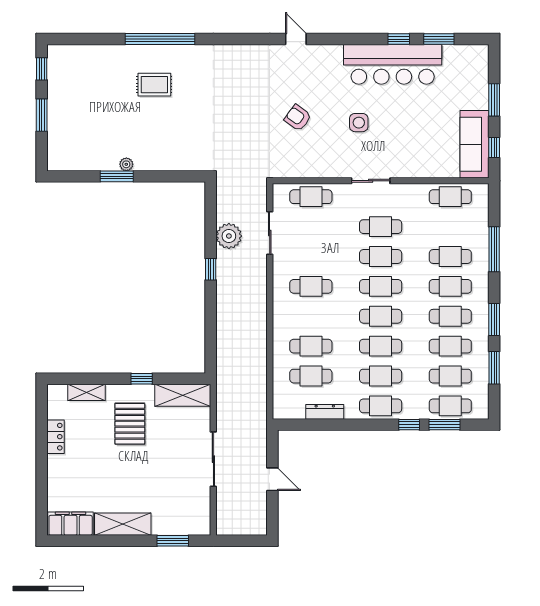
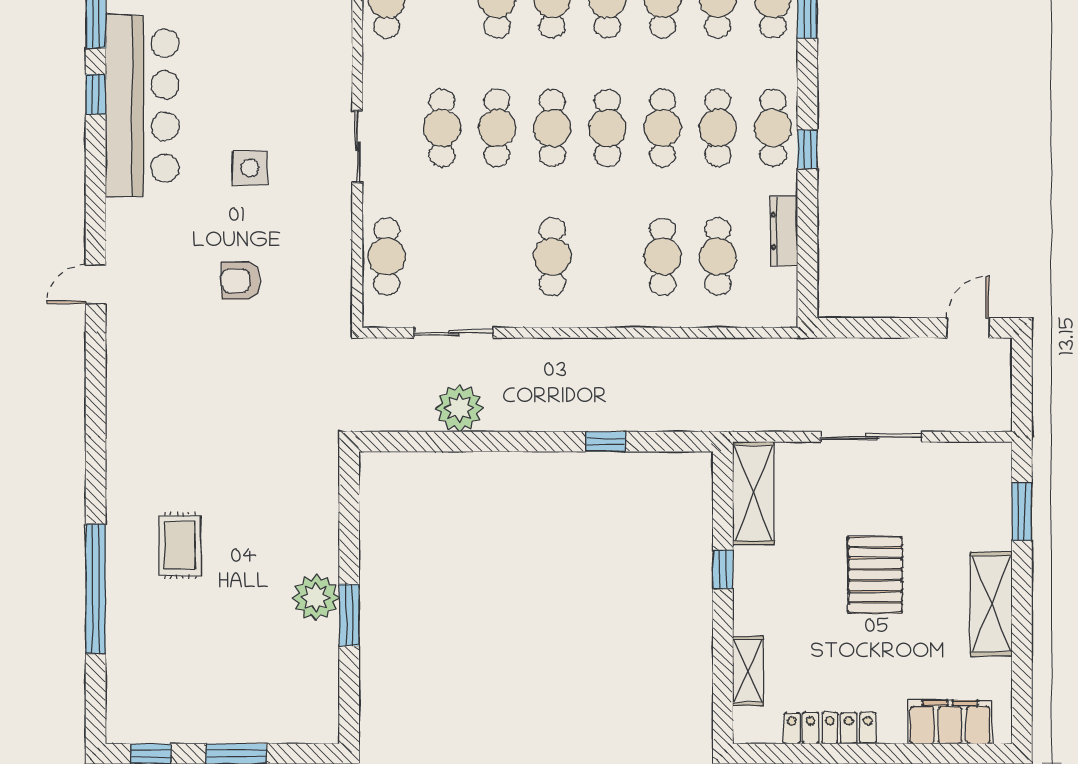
window: (160, 39) -> (96, 589), moved
armchair: (298, 118) -> (241, 281), turned 54
plant: (126, 164) -> (316, 597), width x1.88, depth x1.88
window: (211, 269) -> (606, 442), moved
pallet: (130, 424) -> (875, 575), moved, turned 90
window: (409, 425) -> (807, 149), moved
locker: (56, 437) -> (830, 728), width x1.53
door: (272, 479) -> (968, 328), moved
filing cabinet: (71, 524) -> (950, 722), moved, turned 90

